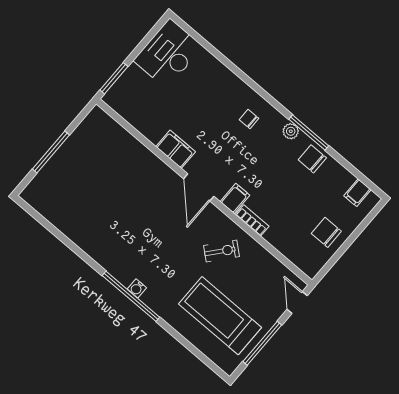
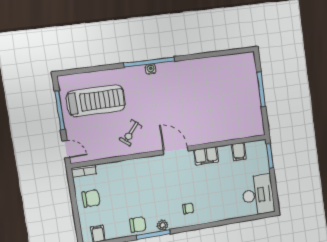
filing cabinet: (235, 198) -> (239, 152), moved
bookcase: (252, 220) -> (84, 171), moved

